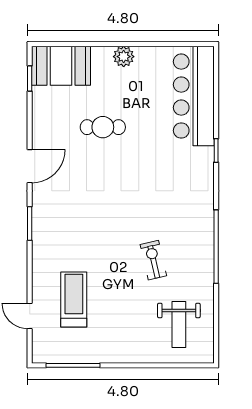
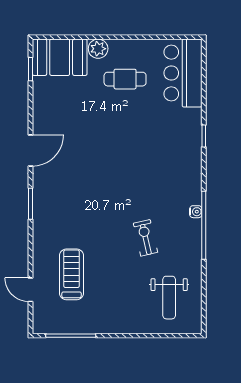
plant: (124, 57) -> (98, 49), moved
bar counter: (194, 96) -> (183, 73), width x0.73
cafe table: (103, 127) -> (125, 79), moved
water cooler: (208, 232) -> (196, 212), added

